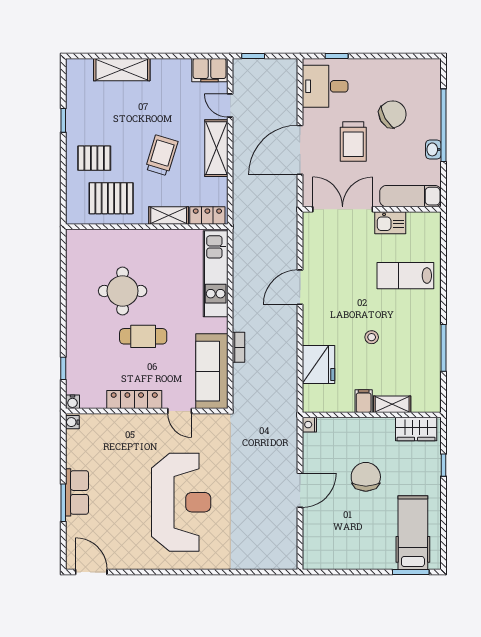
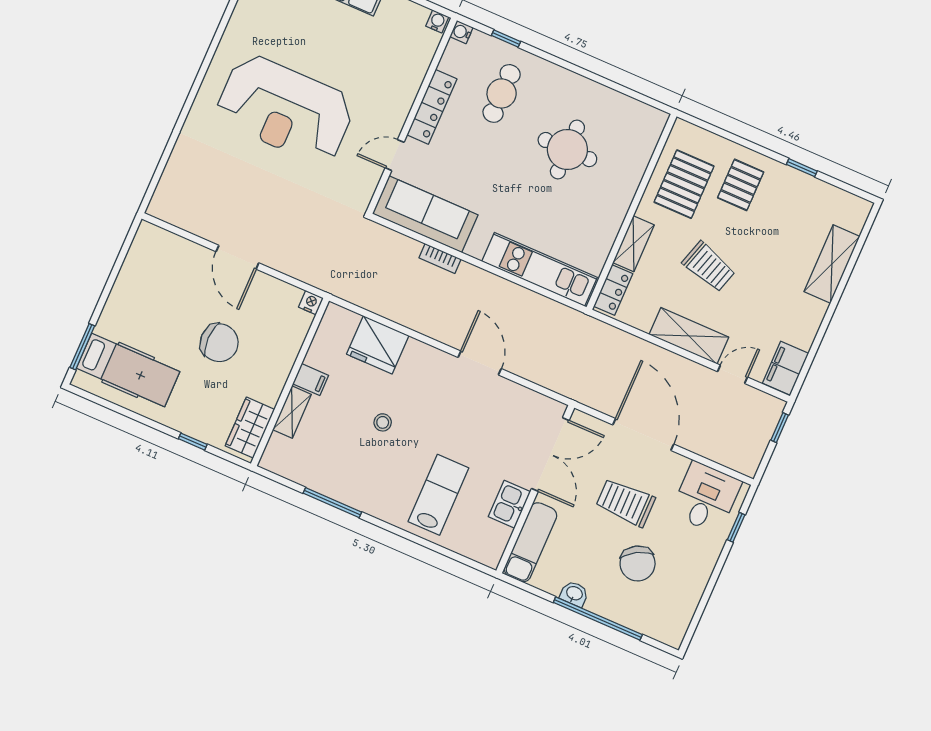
cafe table: (143, 336) -> (502, 93), moved

